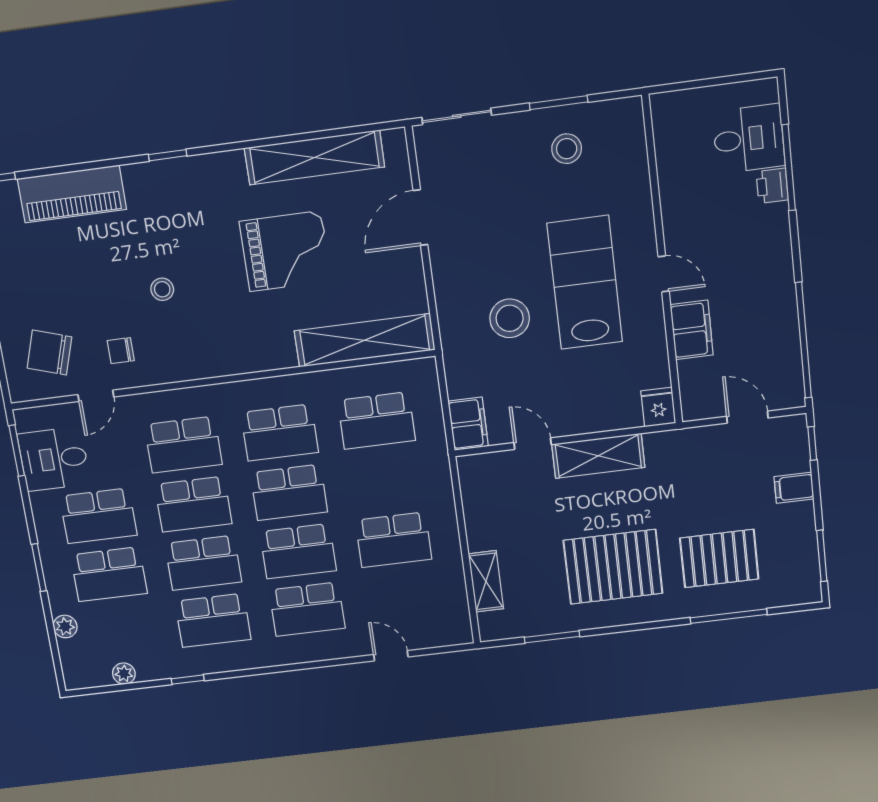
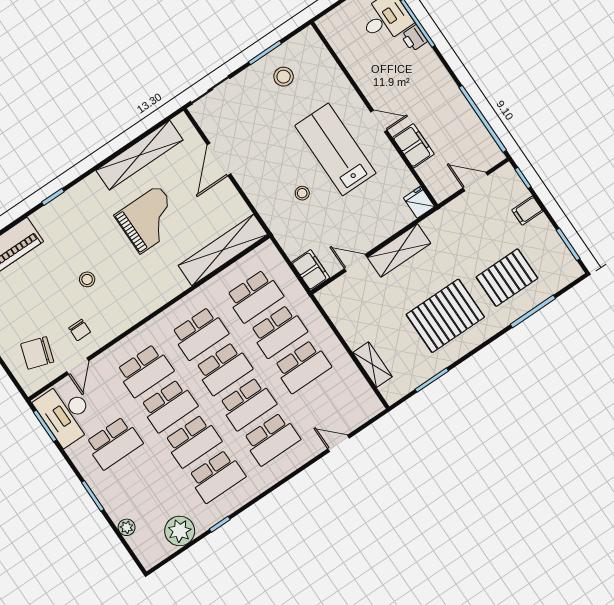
stool: (510, 318) -> (302, 193), width x0.53, depth x0.53
chair: (121, 351) -> (80, 330), turned -90
desk: (54, 459) -> (66, 413), width x1.37
school desk: (109, 574) -> (278, 331), moved
plant: (124, 674) -> (180, 531), width x1.88, depth x1.88

